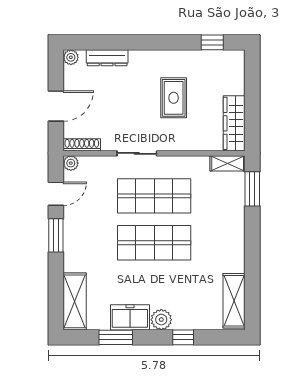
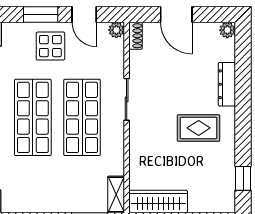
dresser: (107, 58) -> (227, 84), moved
rug: (174, 98) -> (199, 128), moved
shoe rack: (82, 145) -> (136, 36), width x0.70
display table: (86, 226) -> (50, 46), added

